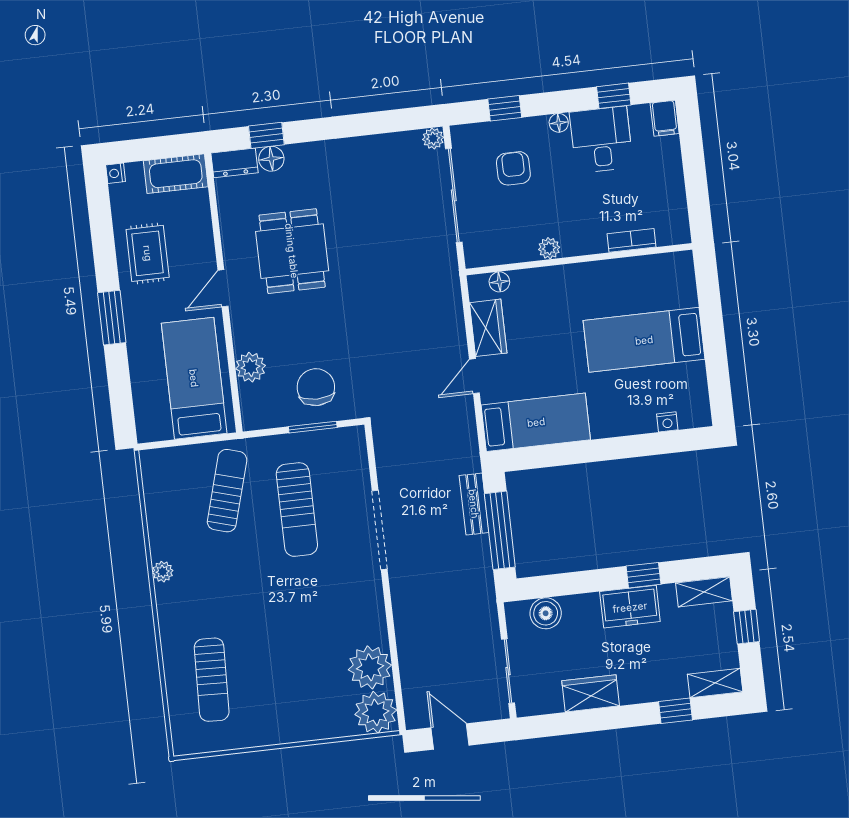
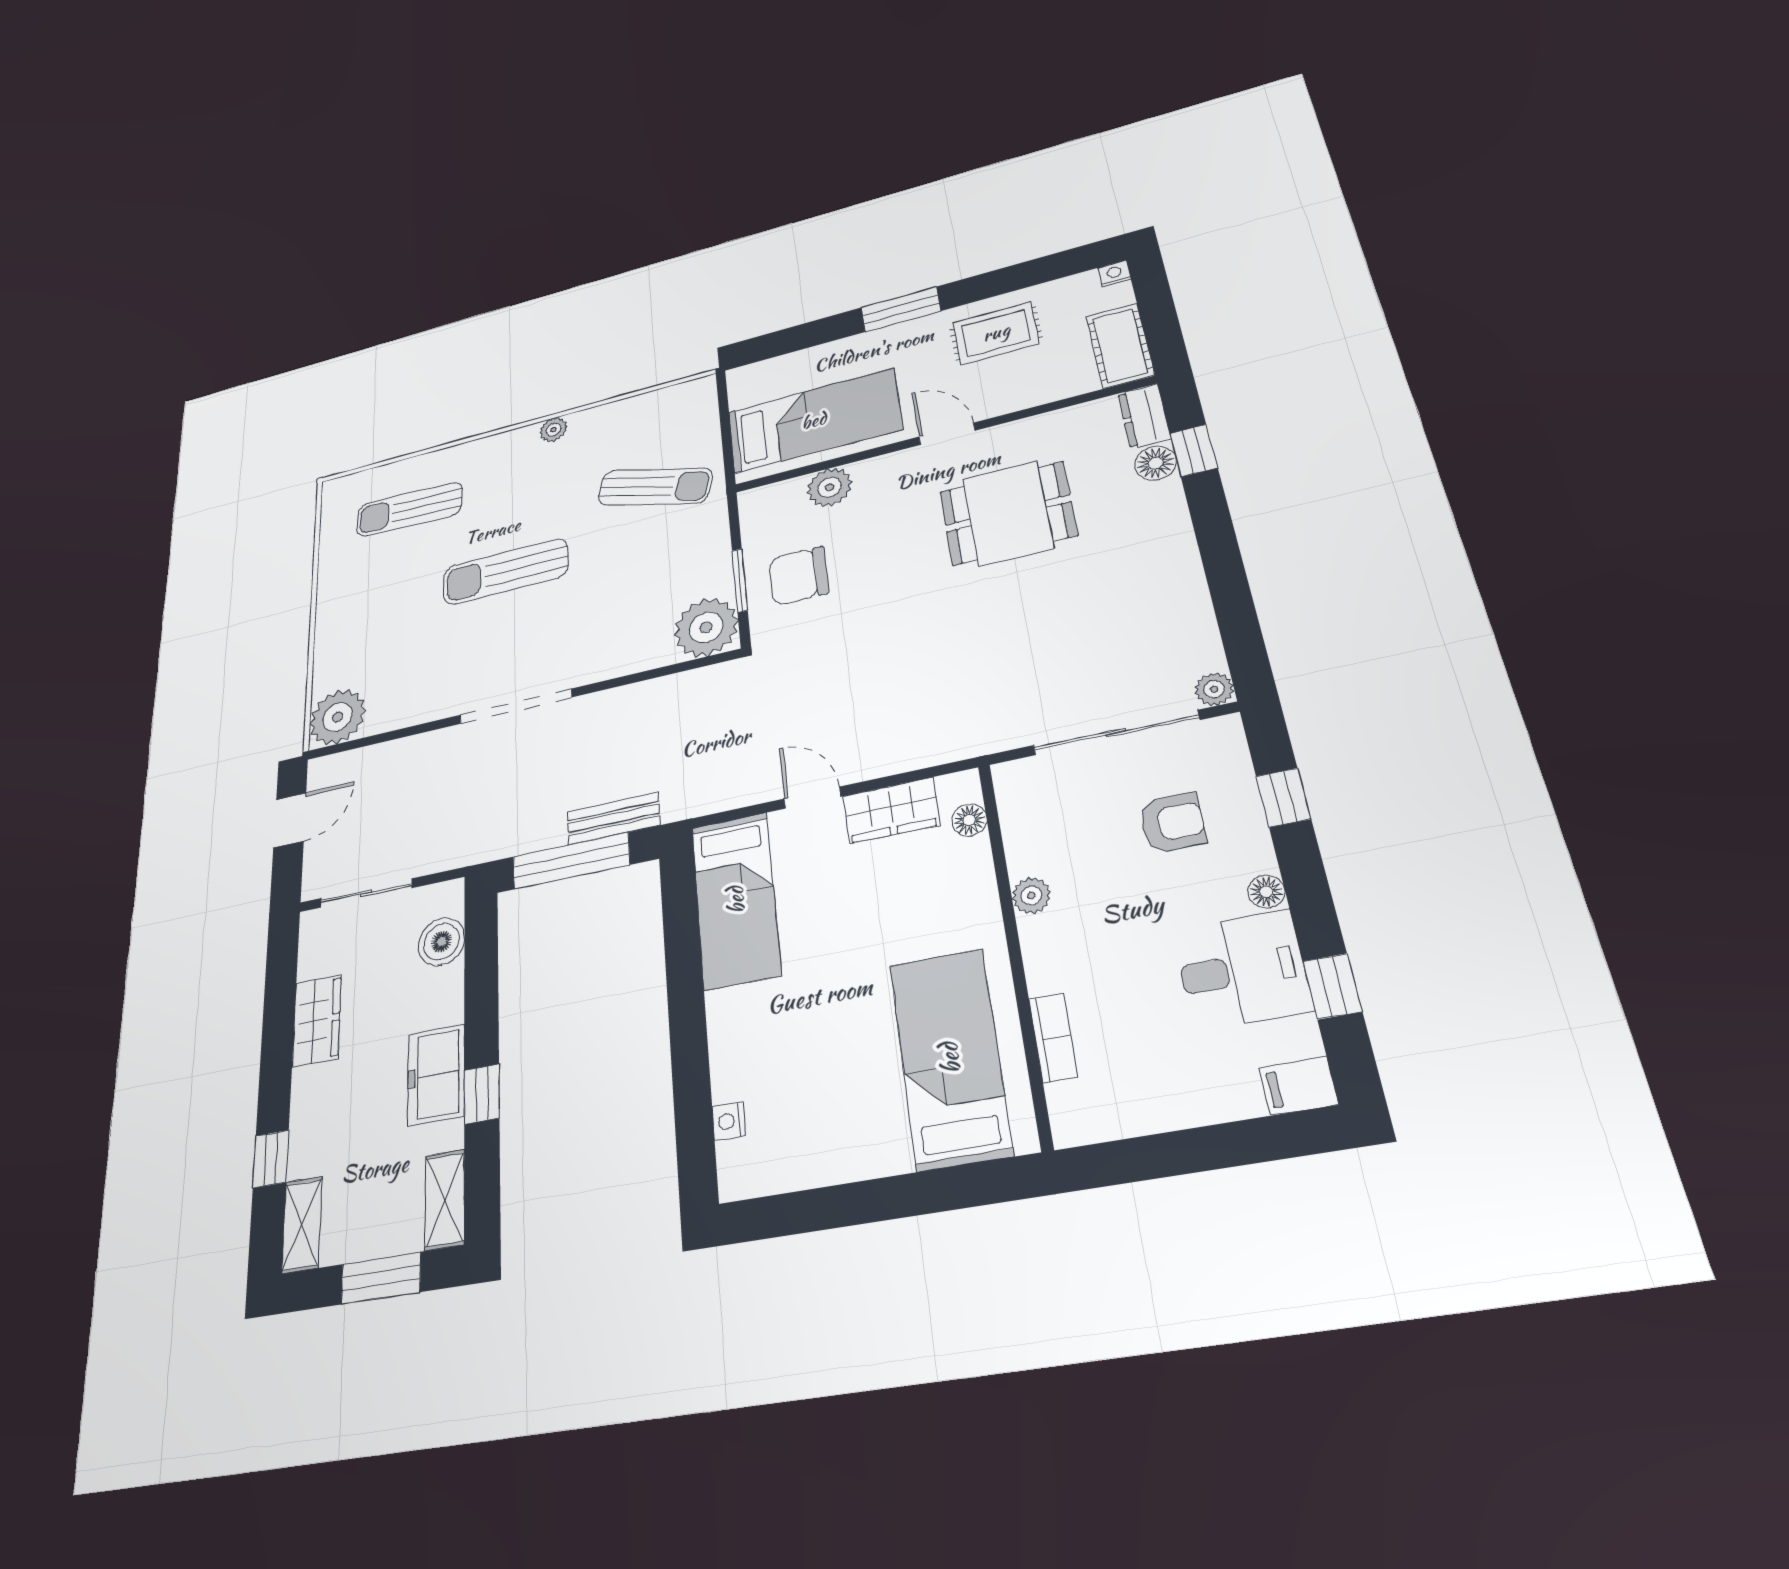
bed: (644, 340) -> (950, 1058), moved
chair: (316, 387) -> (799, 576), turned 180
sun lounger: (297, 510) -> (505, 572), moved
doorway: (380, 530) -> (515, 706), moved
window: (747, 627) -> (381, 1278), width x1.50
plant: (370, 667) -> (706, 627), moved

